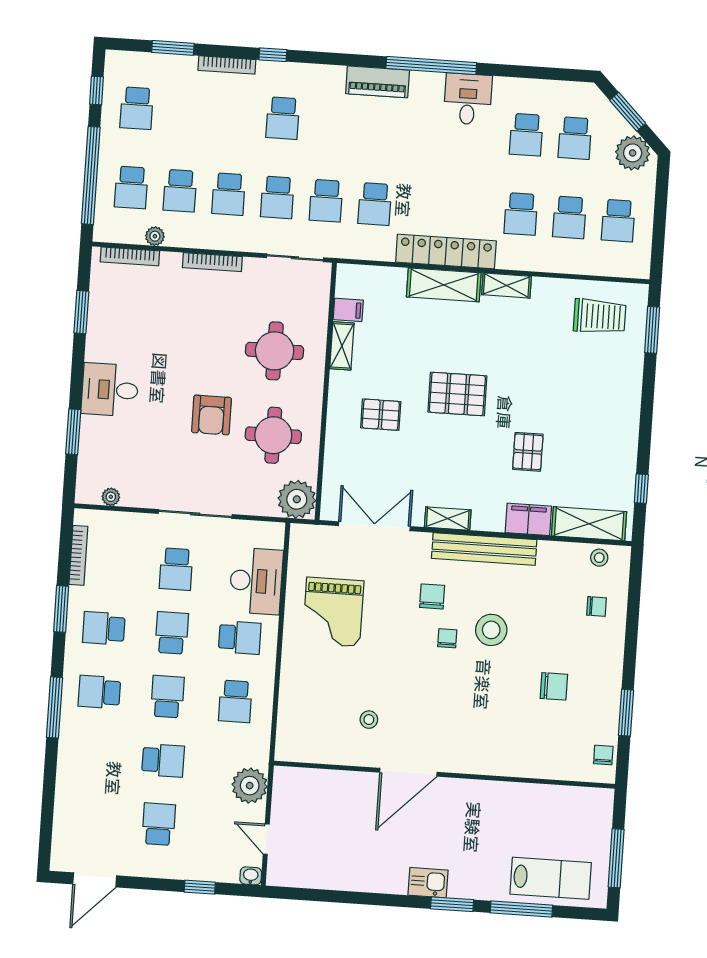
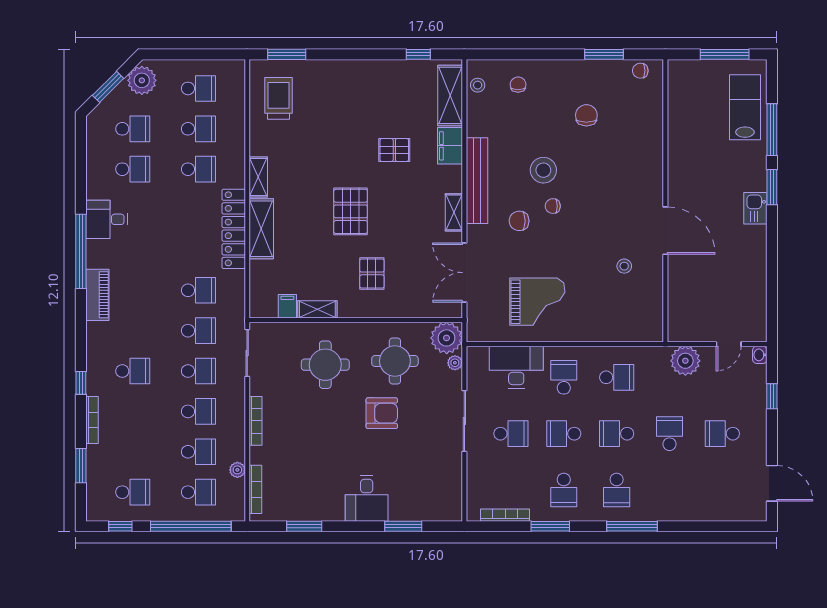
plant: (111, 497) -> (455, 363), moved

